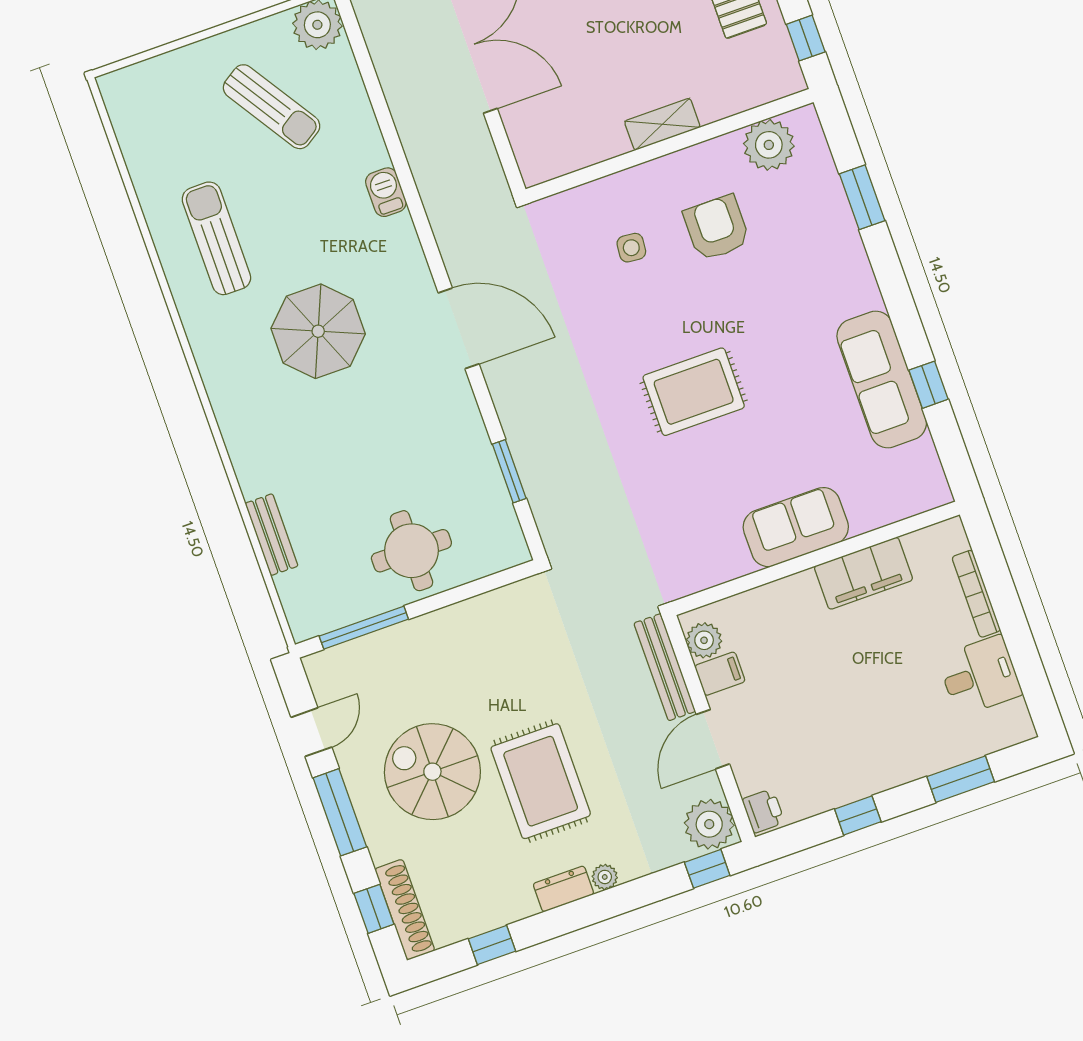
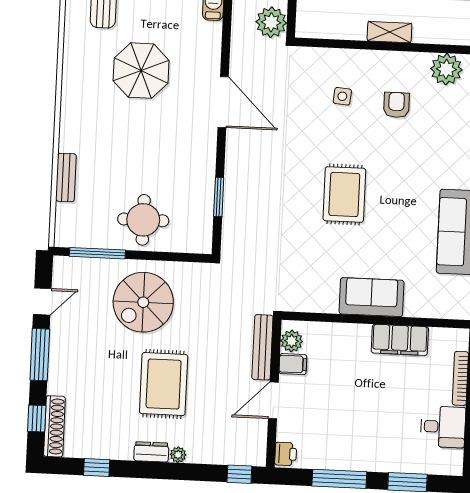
armchair: (717, 228) -> (396, 105), width x0.72, depth x0.72
rug: (694, 392) -> (344, 194), turned 90
spiral stairs: (432, 772) -> (143, 302), moved, turned -90
window: (858, 815) -> (339, 479), width x2.17
plant: (709, 824) -> (271, 22), moved

